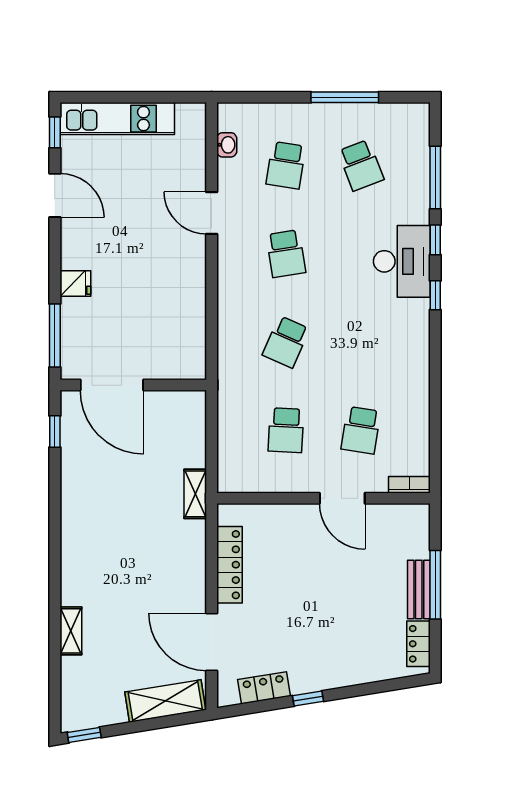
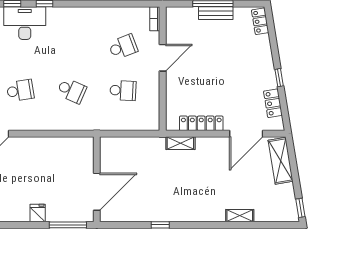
school desk: (361, 430) -> (123, 47), turned -30
window: (55, 432) -> (160, 225), moved
shelving: (195, 494) -> (180, 143), moved
locker: (419, 644) -> (260, 21), moved, turned 81

